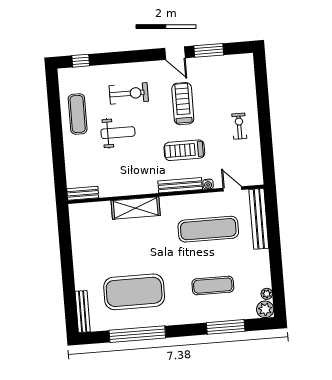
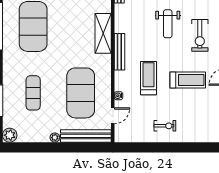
bench: (180, 185) -> (119, 52), moved
exercise mat: (208, 229) -> (81, 93), width x1.47
plant: (267, 294) -> (55, 138), moved

